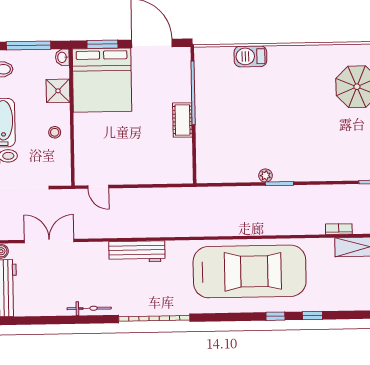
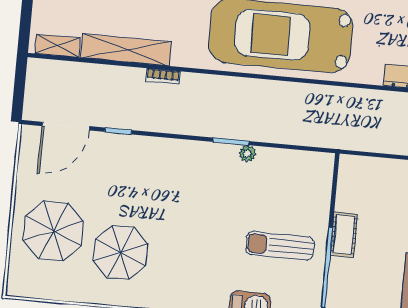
sun lounger: (232, 106) -> (280, 246), added

